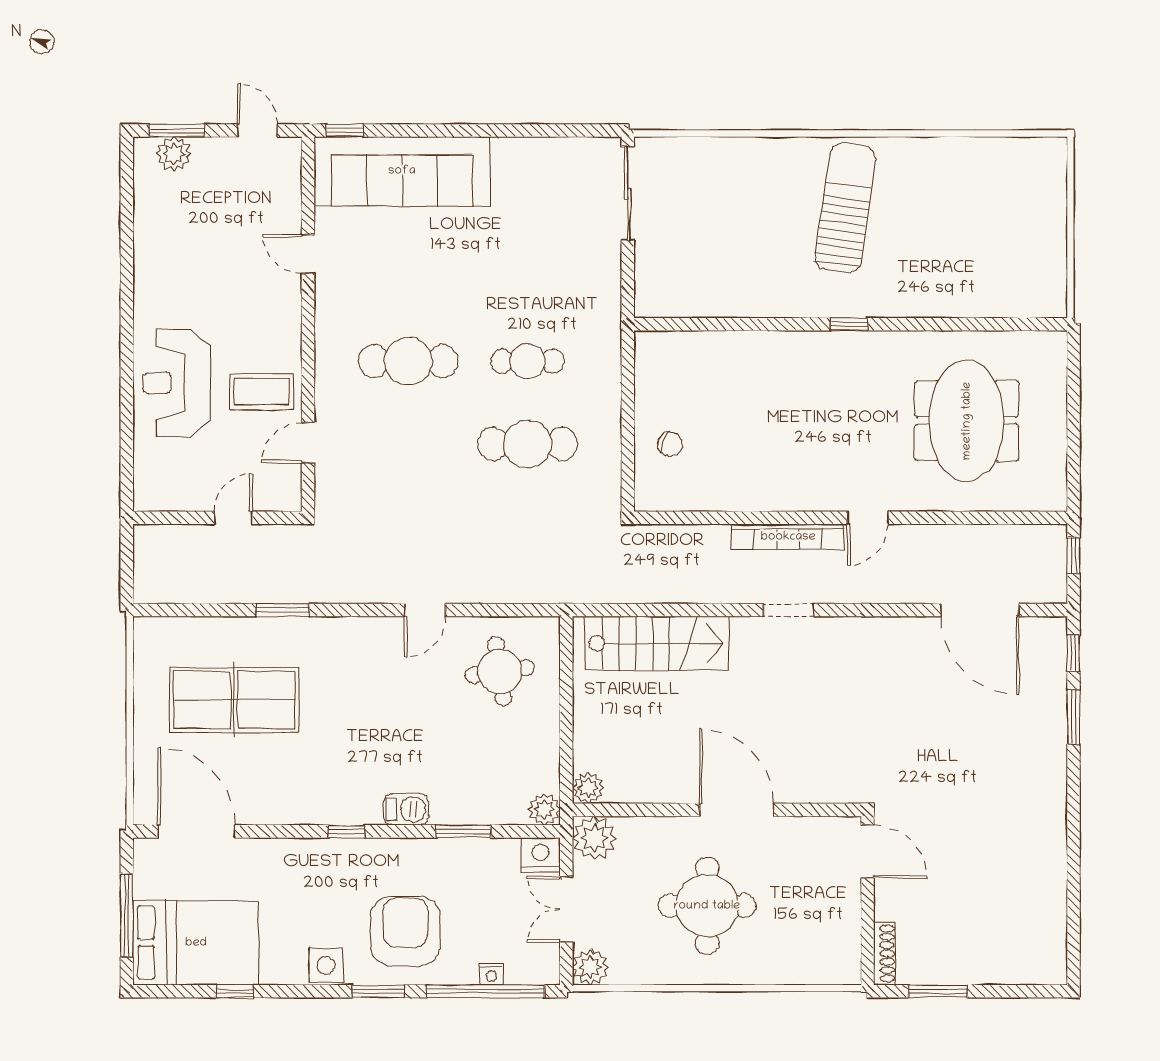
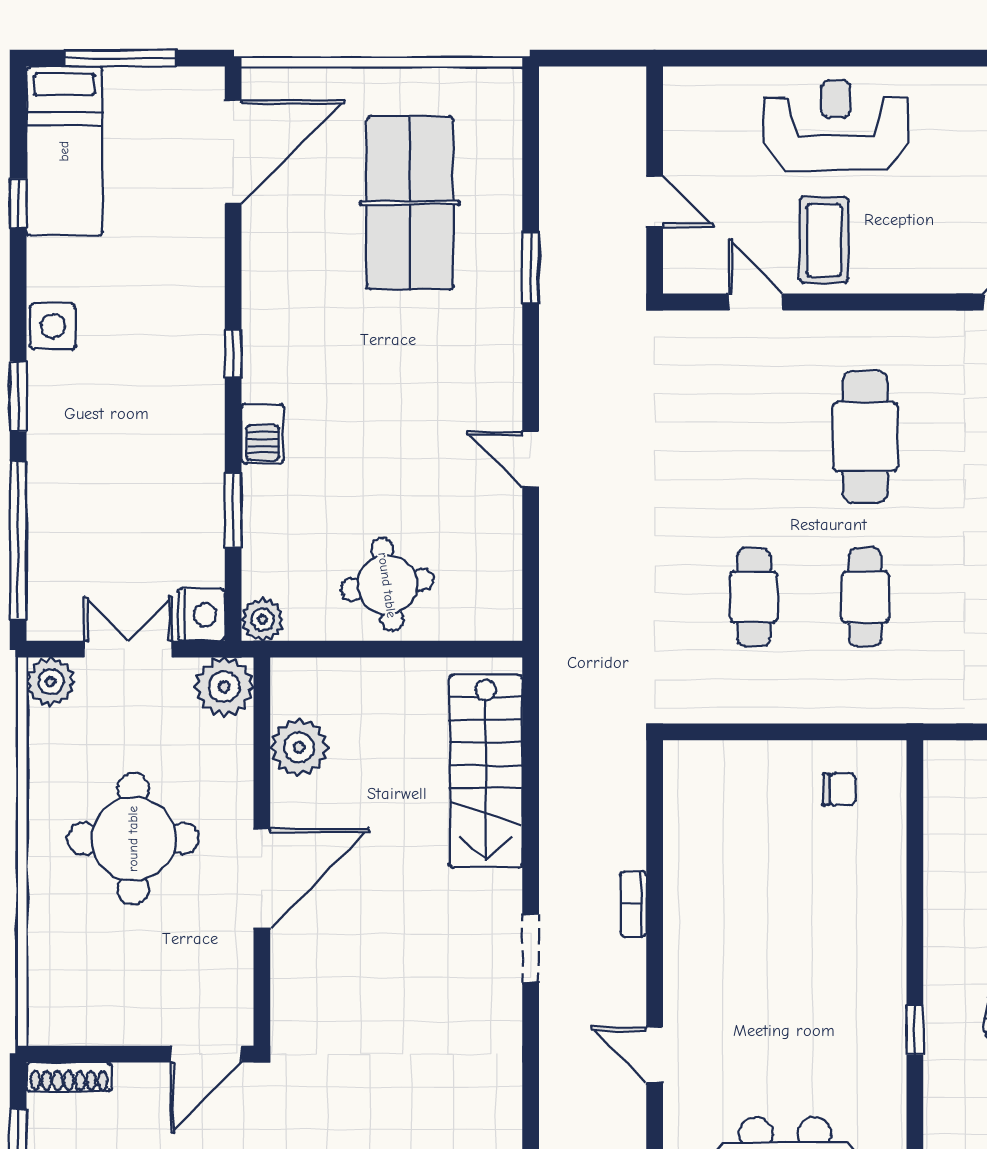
cafe table: (527, 444) -> (754, 597), width x0.73, depth x0.74
chair: (670, 444) -> (839, 789), moved, turned -113
bookcase: (788, 537) -> (633, 904), width x0.43, depth x0.76
round table: (500, 671) -> (387, 585), moved
plant: (588, 788) -> (299, 747), moved, width x1.36, depth x1.36
armchair: (405, 931) -> (99, 433), removed
bed: (196, 943) -> (64, 151), width x0.67
nightstand: (491, 974) -> (41, 548), removed

